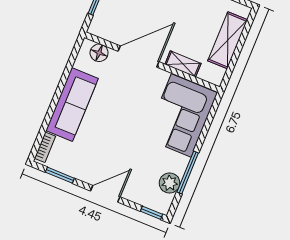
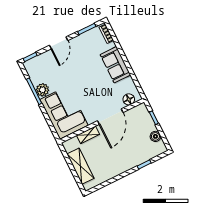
sofa: (72, 104) -> (115, 65), width x0.73
plant: (170, 183) -> (42, 90), moved

